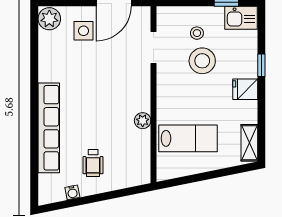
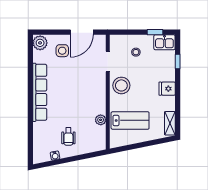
stool: (202, 61) -> (121, 85), moved
window: (261, 65) -> (178, 61), moved
plant: (143, 121) -> (101, 120), moved
row of seats: (49, 128) -> (40, 92), moved

